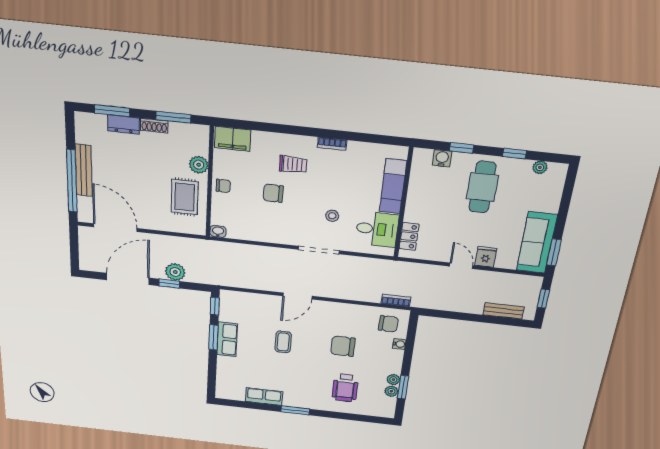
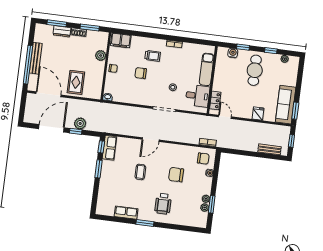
rug: (185, 197) -> (76, 82), moved
door: (461, 266) -> (225, 117), moved
row of seats: (227, 339) -> (109, 148), moved
wheelchair: (345, 388) -> (163, 204), moved

